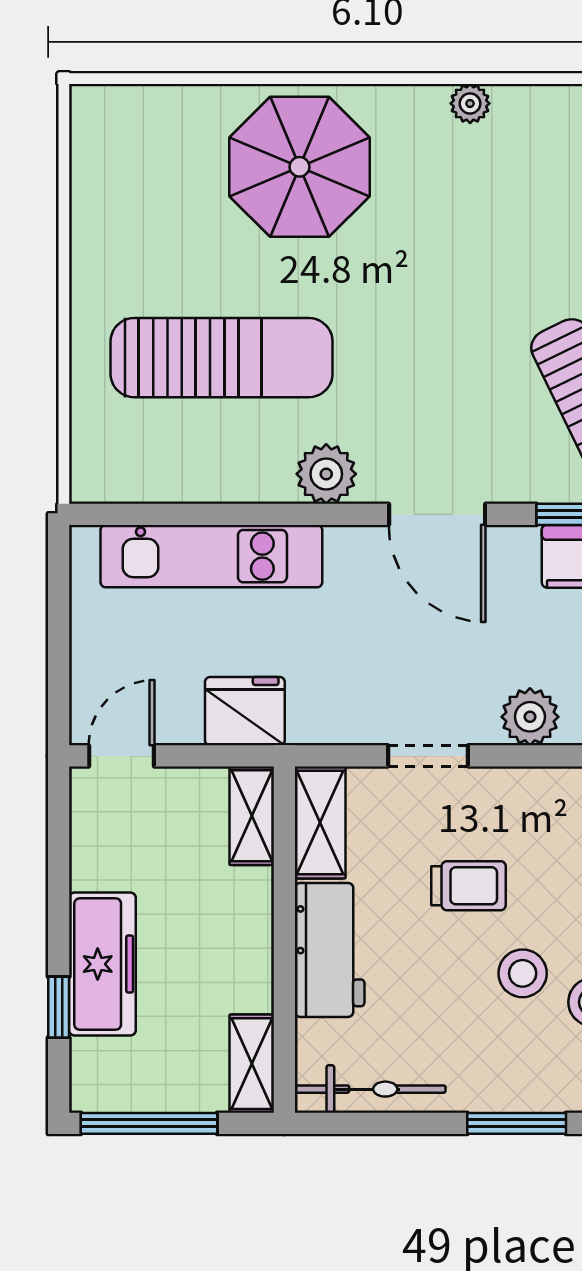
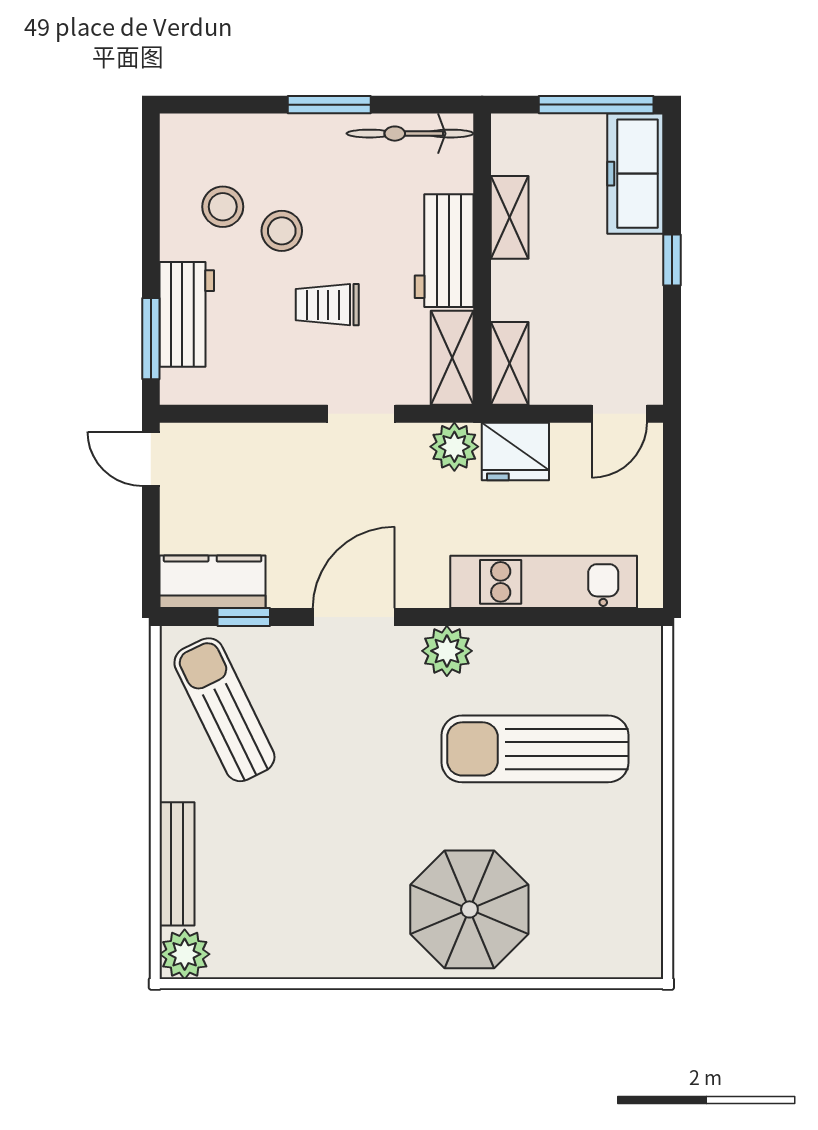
plant: (470, 103) -> (326, 963), removed
door: (437, 514) -> (354, 617), hinge flipped
plant: (530, 717) -> (454, 447), moved
freezer: (102, 964) -> (635, 174), moved
window: (59, 1007) -> (672, 260), moved
shelving: (252, 1064) -> (510, 217), moved
window: (517, 1123) -> (329, 105), moved

